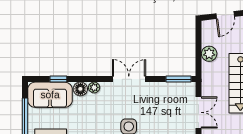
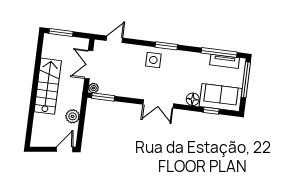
door: (225, 15) -> (65, 149), moved
double door: (129, 79) -> (158, 104), moved
plant: (94, 87) -> (93, 88), moved

